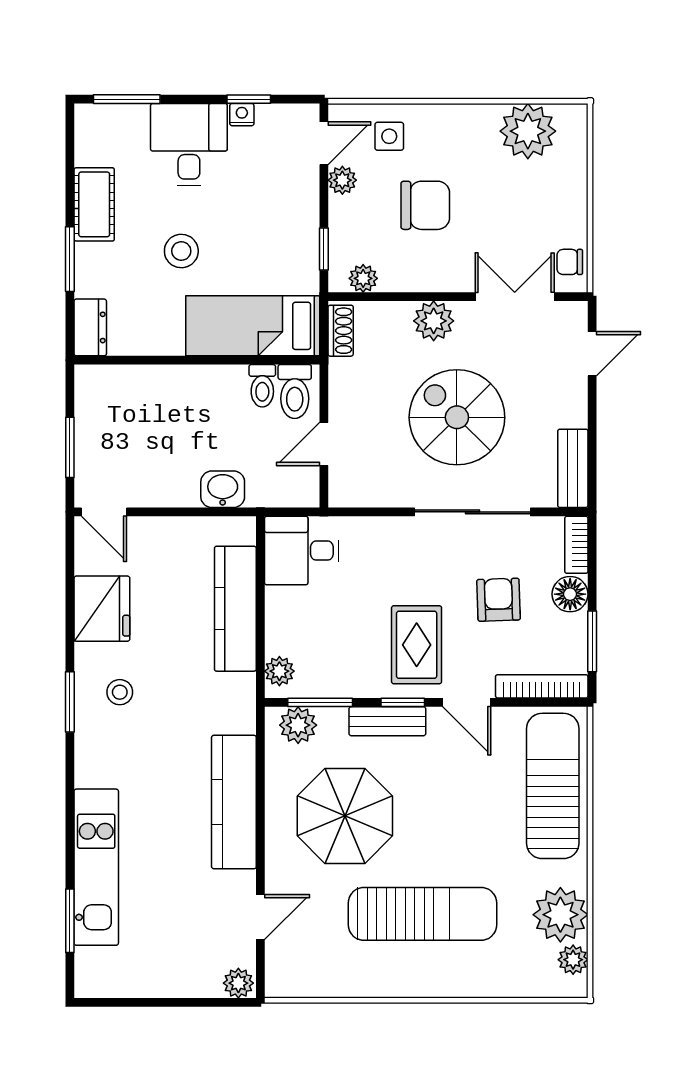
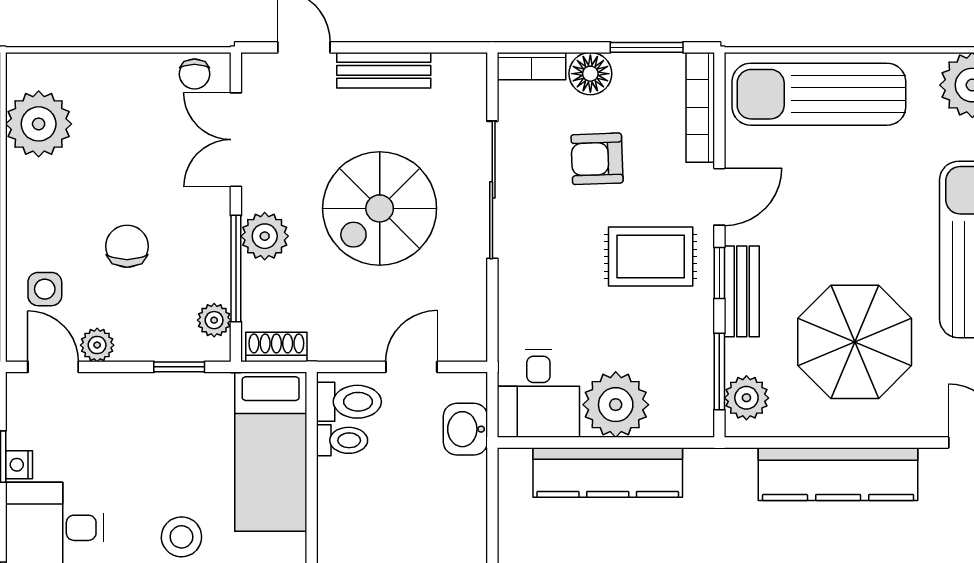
chair: (425, 205) -> (127, 246), width x0.73, depth x0.73
window: (406, 297) -> (236, 269), added
door: (324, 444) -> (411, 367), swing flipped
bench: (573, 468) -> (384, 70), moved
washbasin: (223, 489) -> (465, 429), moved
plant: (279, 671) -> (616, 405), moved, width x1.87, depth x1.87

